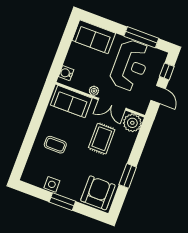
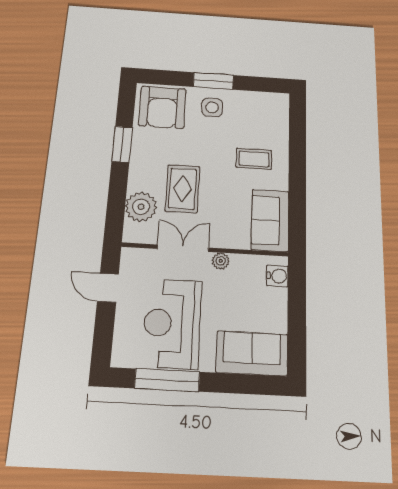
window: (167, 71) -> (104, 333), removed
sofa: (71, 102) -> (270, 220), moved, turned -90
plant: (132, 123) -> (141, 207), moved
side table: (52, 184) -> (212, 107), moved

